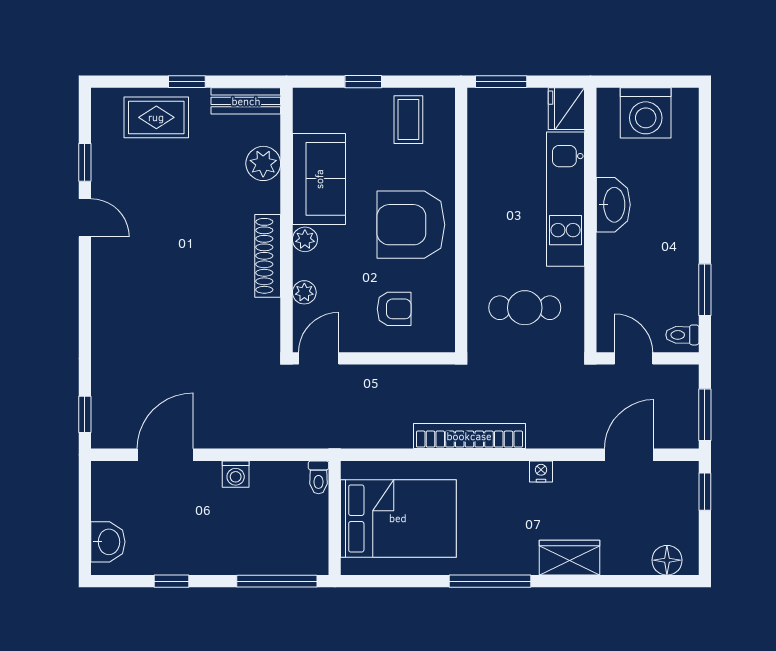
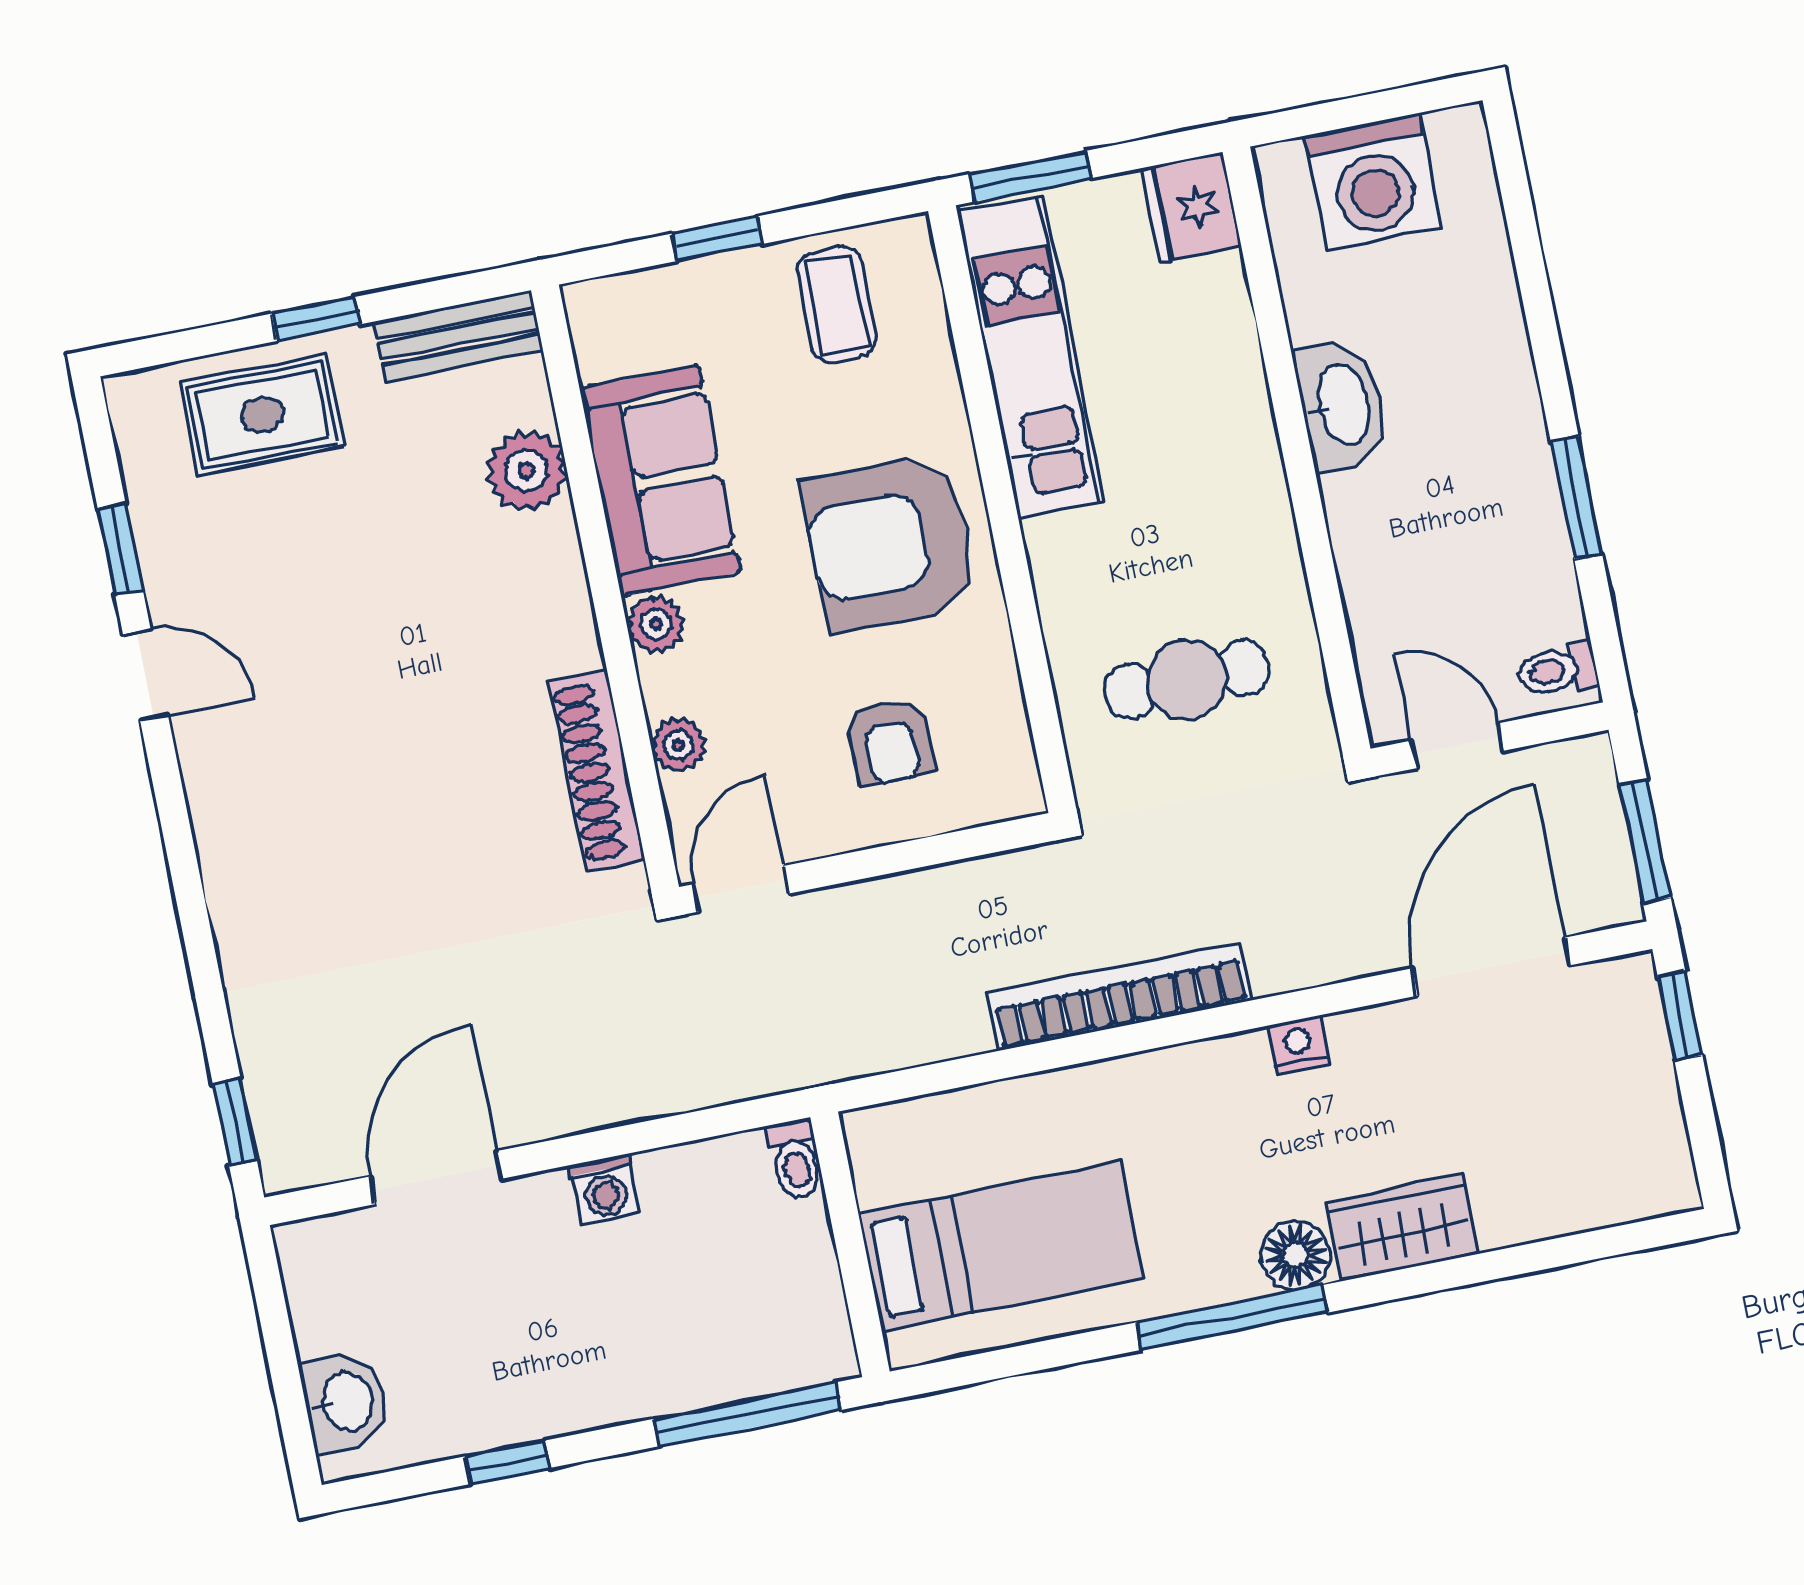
kitchen unit: (566, 199) -> (1031, 356), moved, turned 180
shoe rack: (268, 256) -> (597, 771), moved
window: (705, 290) -> (1576, 498), moved
armchair: (394, 309) -> (890, 742), turned 90
door: (629, 455) -> (1491, 967), width x1.36
bed: (398, 518) -> (1001, 1246), width x0.67
floor lamp: (667, 560) -> (1295, 1255), moved

